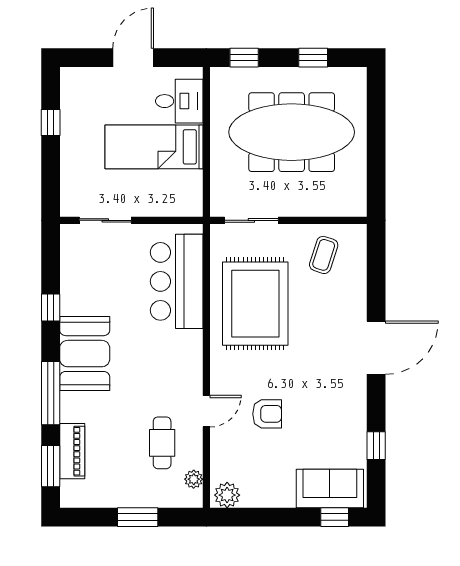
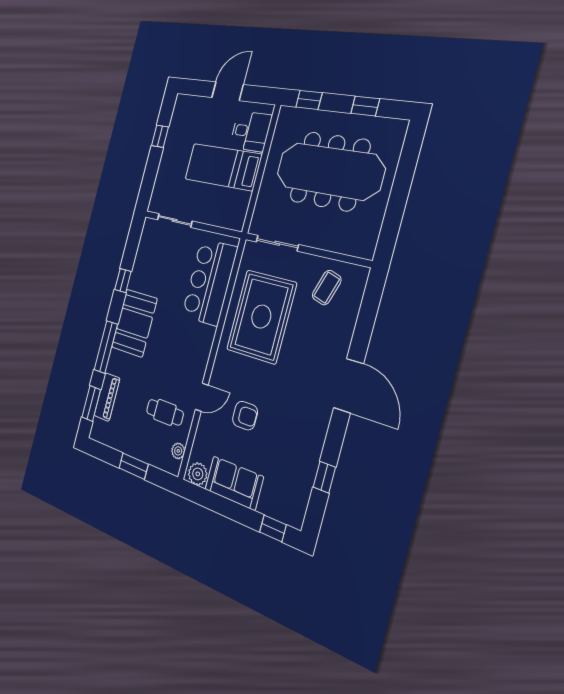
door: (376, 348) -> (349, 386), hinge flipped
cafe table: (162, 443) -> (165, 412), turned 90
sofa: (330, 488) -> (234, 483), moved

